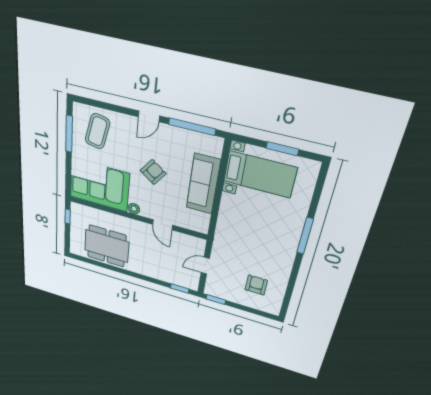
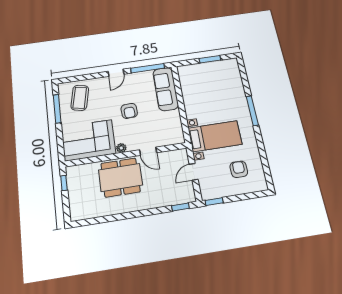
armchair: (153, 172) -> (129, 111), turned 141
bed with nightstands: (260, 174) -> (215, 136), moved
sofa: (203, 184) -> (166, 89), moved
dining table: (107, 246) -> (121, 177), moved

